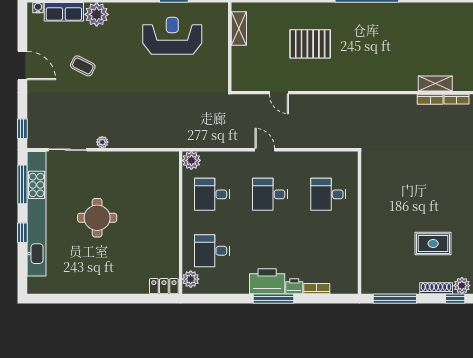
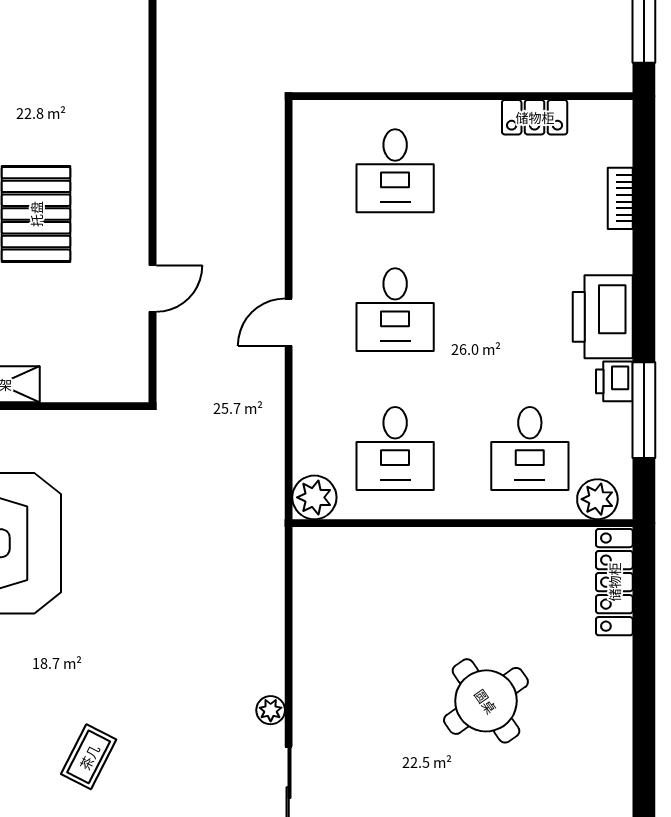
round table: (97, 218) -> (486, 701), moved, turned -35
locker: (351, 253) -> (535, 117), added
locker: (164, 286) -> (614, 582), width x1.53
printer: (294, 286) -> (614, 381), moved
window: (274, 299) -> (644, 410), moved

